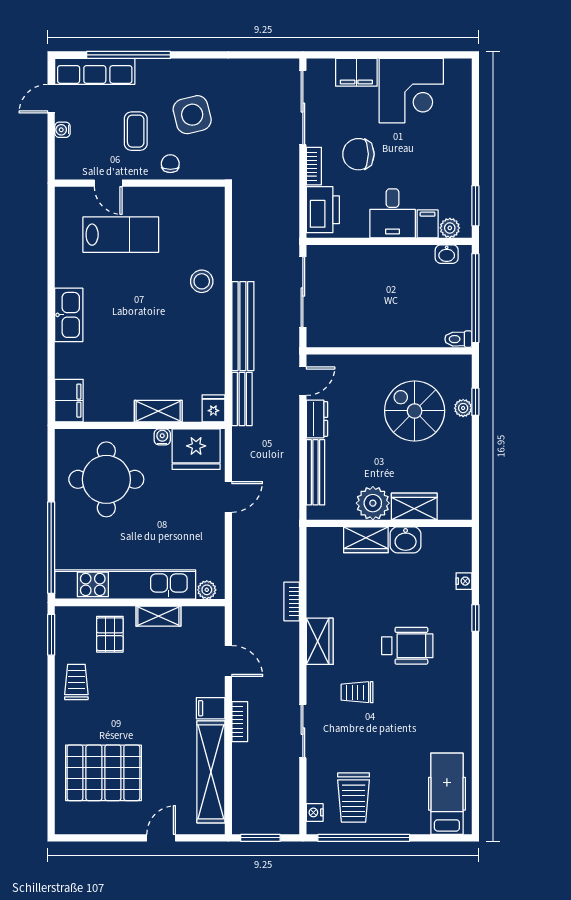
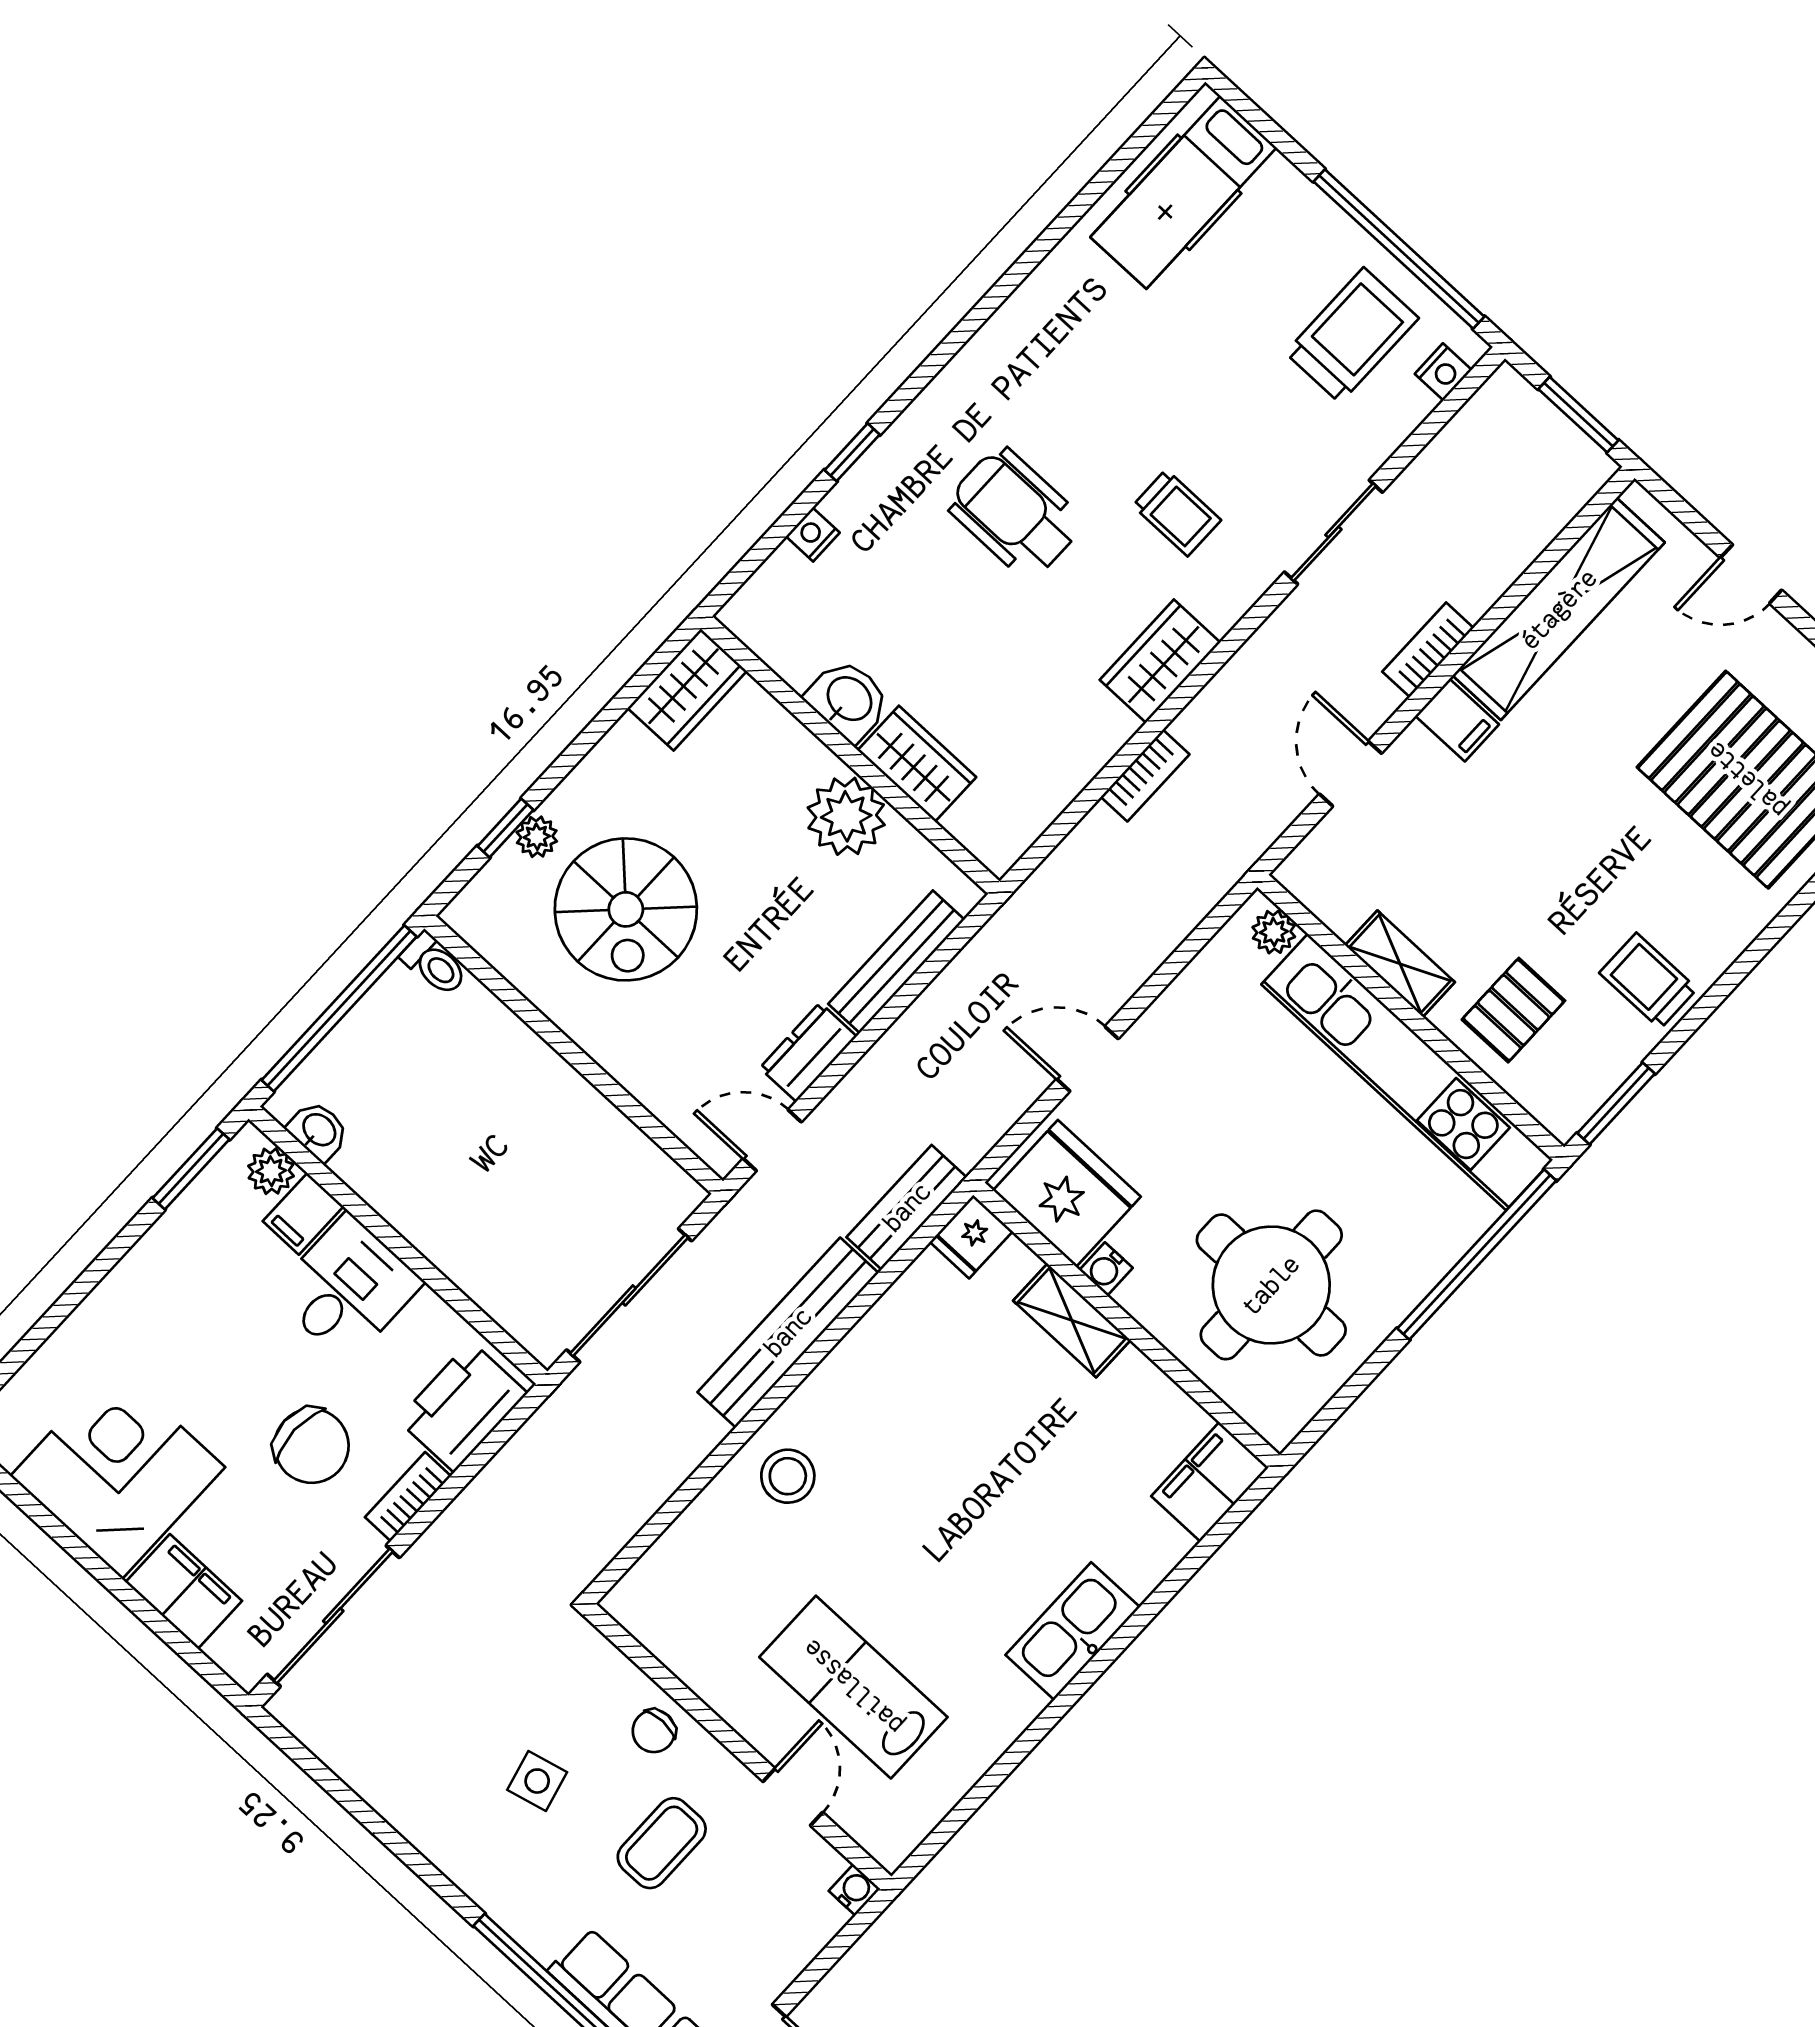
side table: (192, 115) -> (537, 1781), width x0.54, depth x0.54
water cooler: (62, 130) -> (854, 1890), moved, turned -90
wardrobe: (414, 507) -> (687, 690), moved, turned -90
trolley: (76, 682) -> (1648, 981), turned 90

